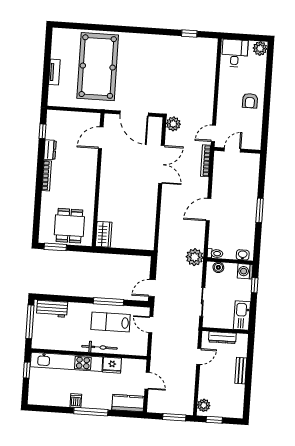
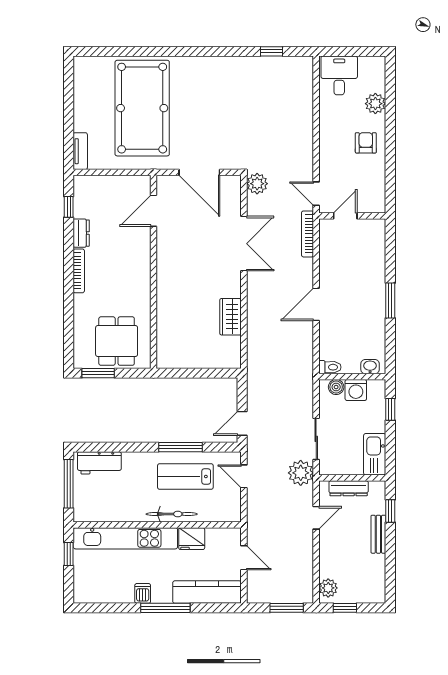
plant: (260, 48) -> (375, 104), moved
tv unit: (54, 72) -> (80, 151), moved
armchair: (250, 101) -> (366, 143), turned 180
door: (213, 133) -> (316, 194), hinge flipped
wardrobe: (104, 234) -> (230, 317), moved, turned 180
plant: (195, 257) -> (301, 473), moved
washing machine: (245, 271) -> (356, 390), moved, turned -90
window: (250, 355) -> (390, 511), added
kitchen counter: (128, 403) -> (207, 592), width x1.50

